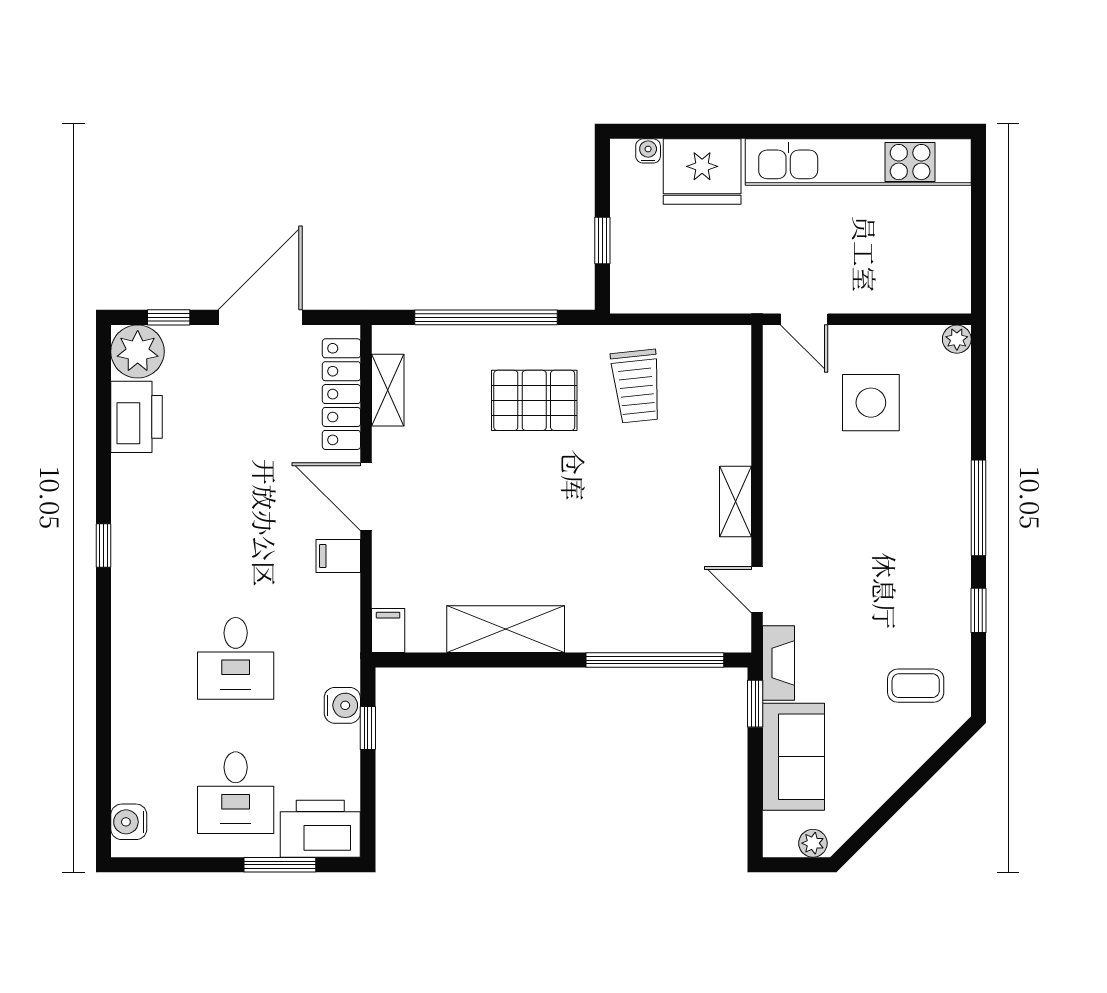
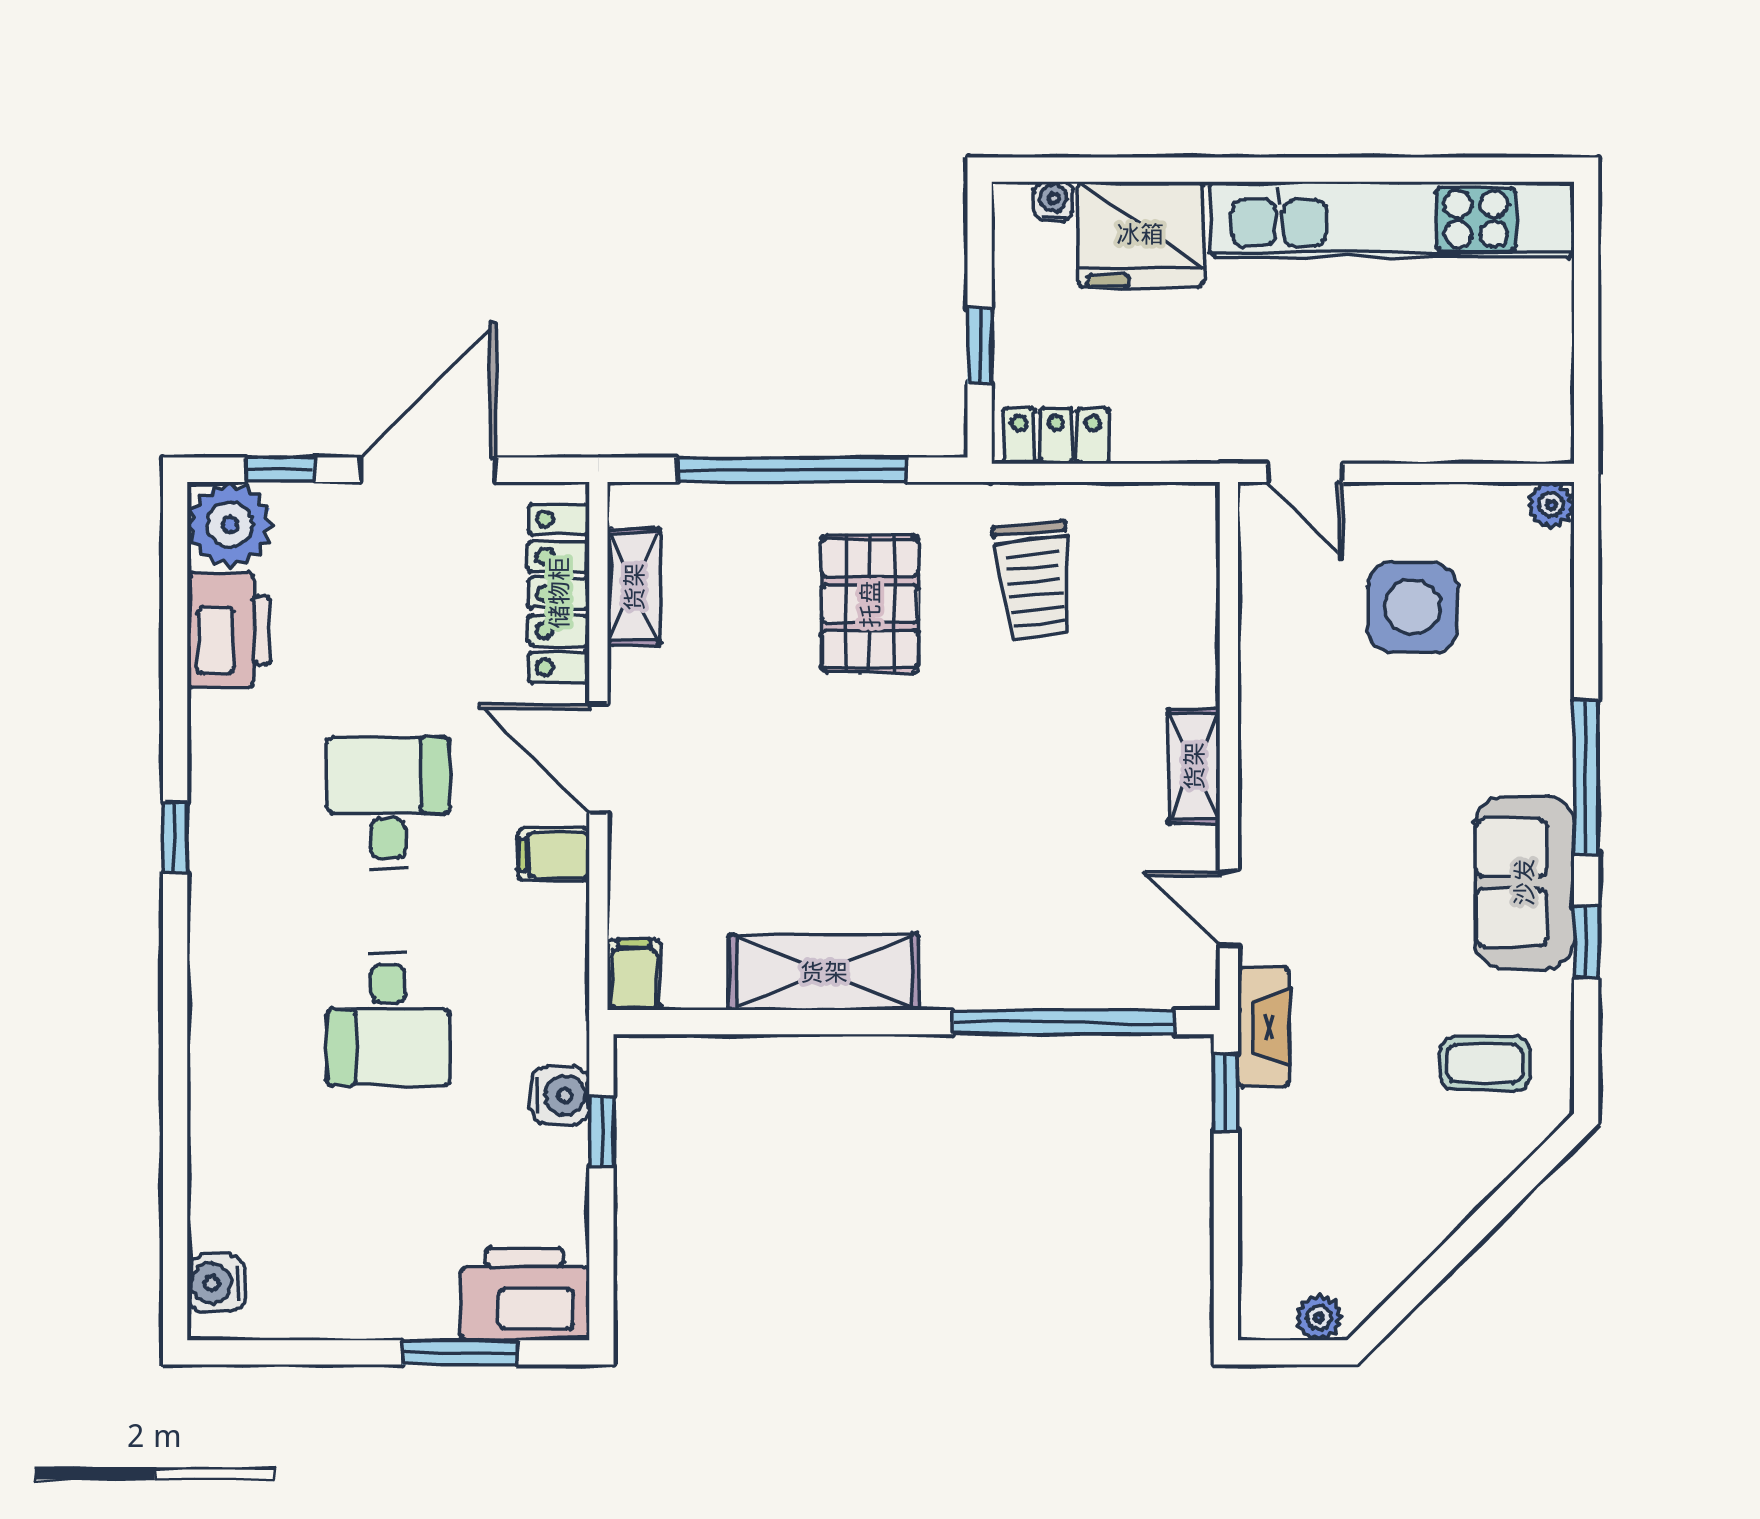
locker: (650, 296) -> (1056, 436), added
pallet: (534, 400) -> (870, 604), turned 90
sofa: (793, 757) -> (1524, 882), moved, turned 180
desk: (236, 793) -> (388, 803), moved, turned 180

